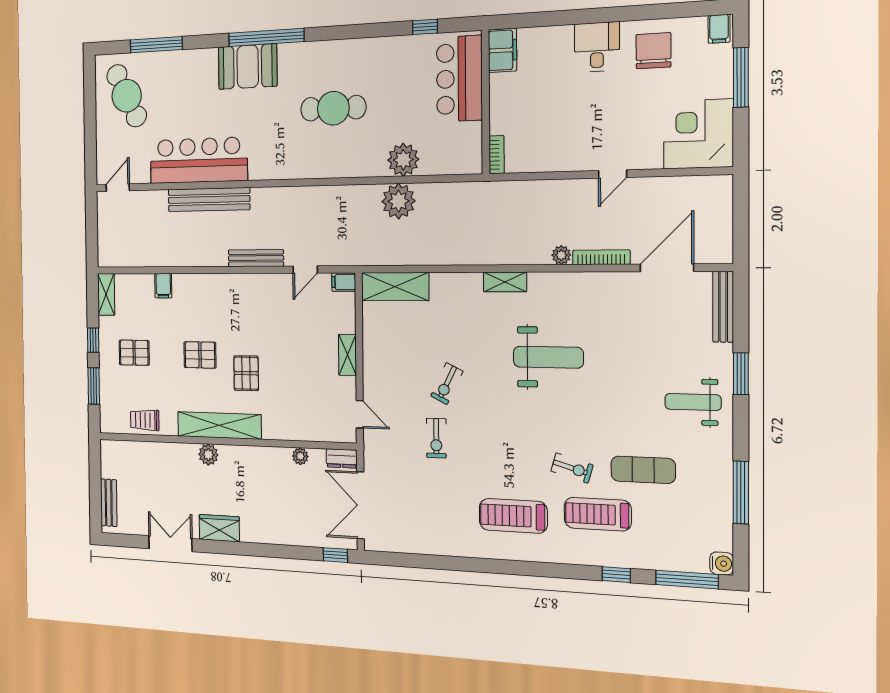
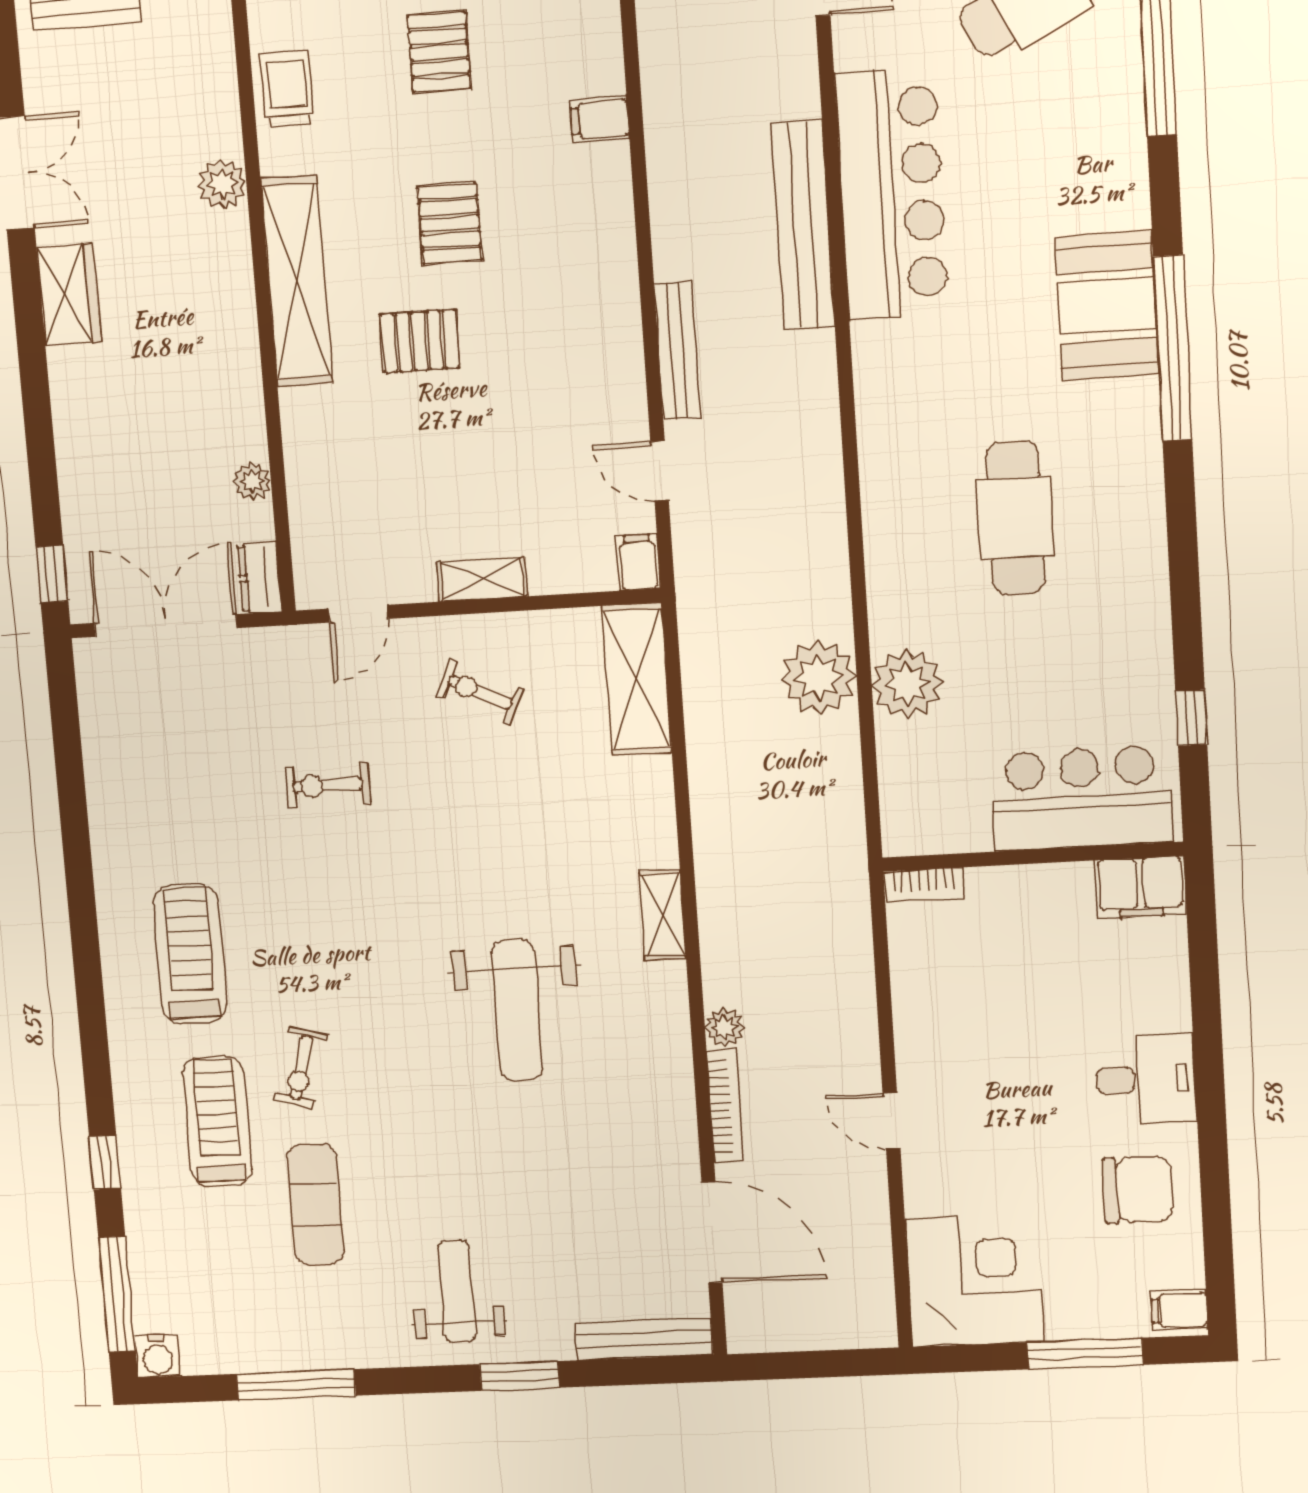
exercise bike: (447, 384) -> (480, 692), moved
plant: (208, 455) -> (222, 184), moved

